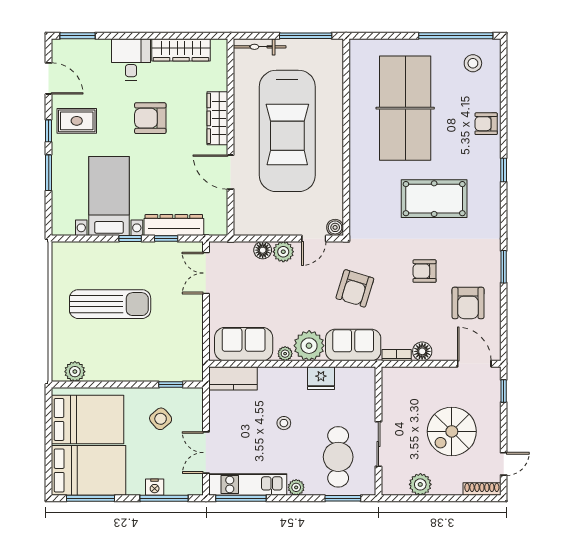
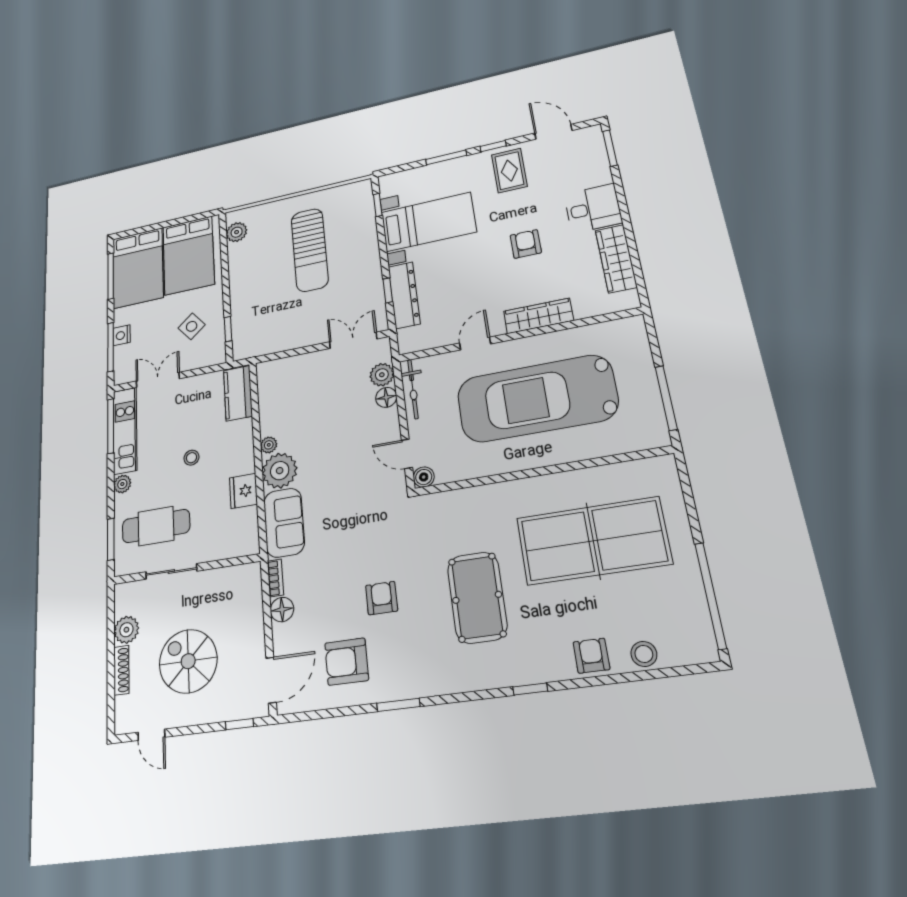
bicycle: (260, 47) -> (413, 389), moved, turned 180
stool: (473, 63) -> (644, 654), moved
door: (49, 78) -> (553, 132), swing flipped
armchair: (150, 118) -> (526, 244), width x0.72, depth x0.72
door: (231, 172) -> (475, 343), width x0.73
window: (130, 239) -> (378, 205), moved
plant: (283, 252) -> (382, 375), moved
armchair: (355, 288) -> (352, 514), removed
sofa: (244, 344) -> (276, 397), removed
shoe rack: (482, 489) -> (121, 670), moved

